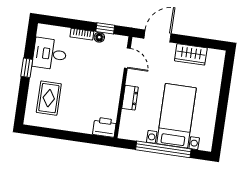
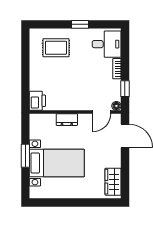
floor lamp: (99, 37) -> (116, 106), moved
desk: (50, 54) -> (107, 44), moved, turned 90
wardrobe: (191, 54) -> (113, 182), moved
window: (163, 149) -> (25, 156), width x0.47

